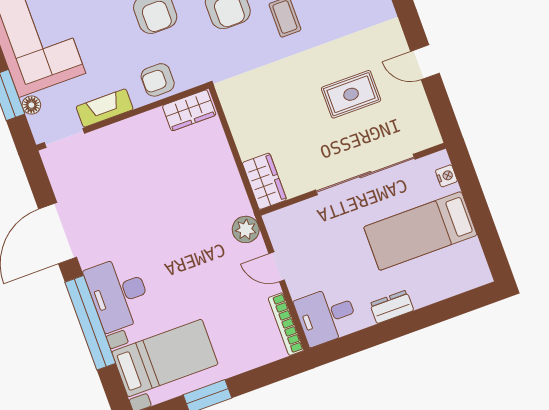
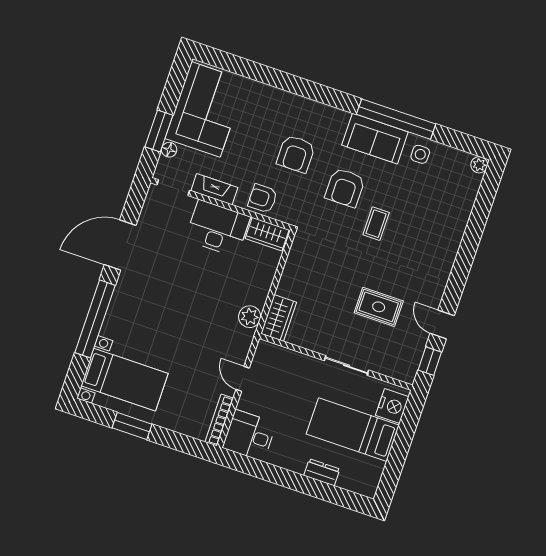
window: (441, 107) -> (430, 361), added
sliding door: (365, 175) -> (347, 365), width x0.54
nightstand: (446, 176) -> (392, 406), width x1.89, depth x1.79
plant: (246, 229) -> (250, 317), moved
desk: (118, 294) -> (218, 228), moved, turned 90
dresser: (392, 307) -> (322, 472), moved

